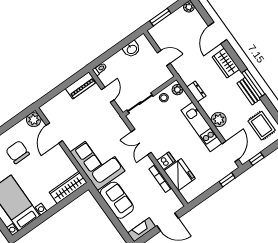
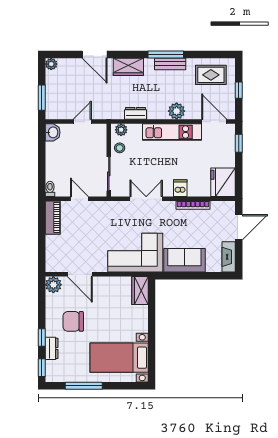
washbasin: (132, 49) -> (53, 132), moved
double door: (141, 142) -> (146, 199), swing flipped
window: (257, 159) -> (239, 90), moved
fridge: (180, 175) -> (223, 182), moved, turned -90
wardrobe: (68, 187) -> (140, 290), width x0.67

